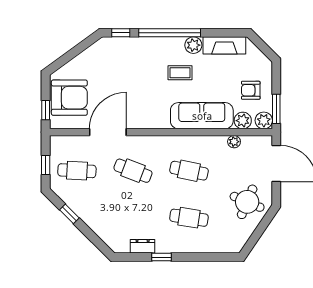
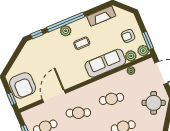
plant: (193, 45) -> (66, 31), moved
armchair: (69, 98) -> (23, 85), turned 90

